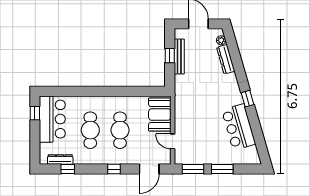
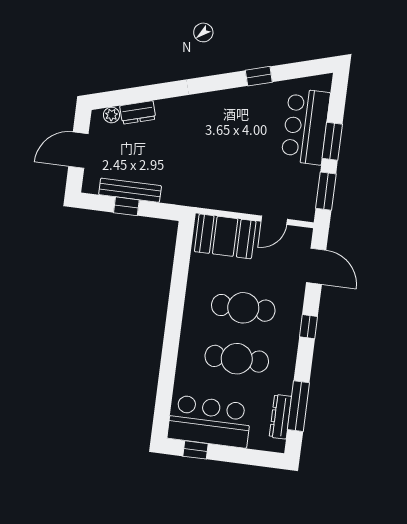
dresser: (226, 59) -> (138, 112), width x0.70
window: (247, 99) -> (259, 76), moved
bar counter: (239, 127) -> (306, 126), moved, turned 106
window: (68, 169) -> (298, 406), width x2.17

